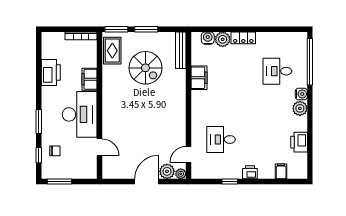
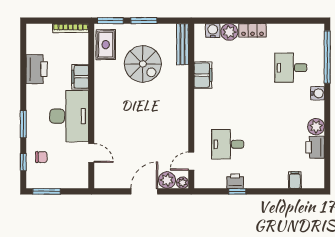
plant: (300, 108) -> (316, 127), moved
printer: (250, 172) -> (235, 181), moved

